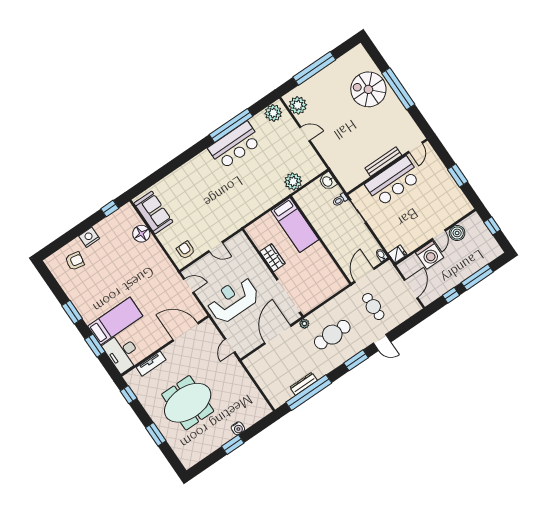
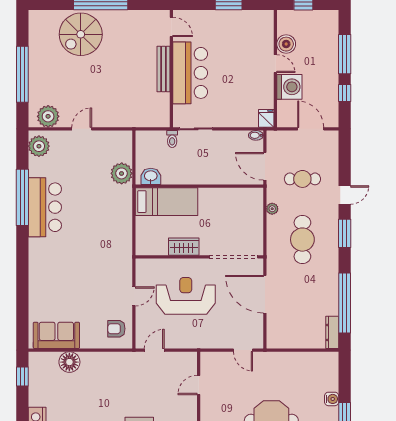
washbasin: (328, 181) -> (151, 176), moved, turned 180
reception desk: (233, 300) -> (186, 296), moved, turned 90
plant: (304, 324) -> (272, 209), moved
door: (186, 332) -> (199, 385), width x0.53
dresser: (304, 384) -> (332, 332), moved

